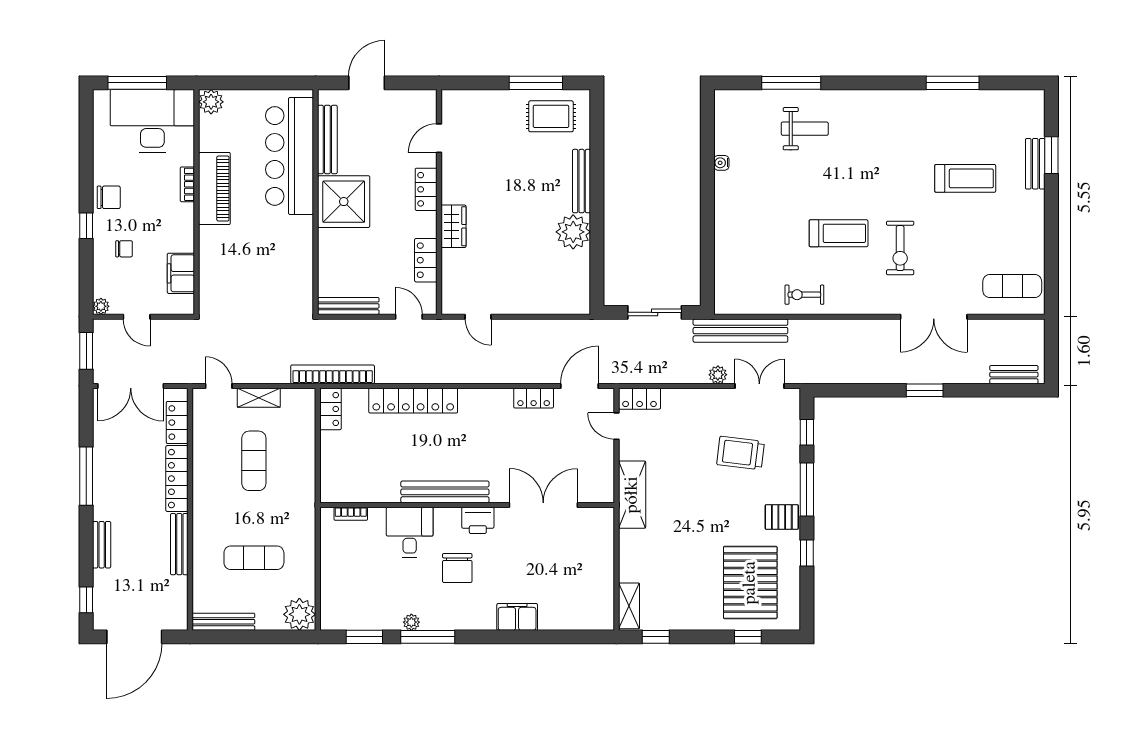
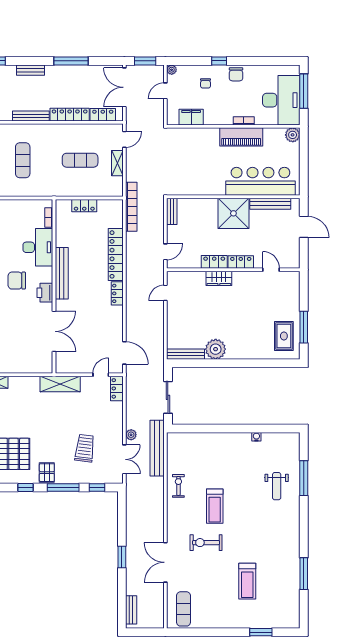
bench: (1035, 164) -> (256, 623), removed
bench: (582, 181) -> (185, 354), moved
locker: (426, 260) -> (214, 262), moved
bench: (348, 306) -> (172, 211), width x0.73
locker: (534, 398) -> (117, 293), moved
locker: (330, 409) -> (84, 206), moved
desk: (410, 532) -> (38, 247), width x1.37

